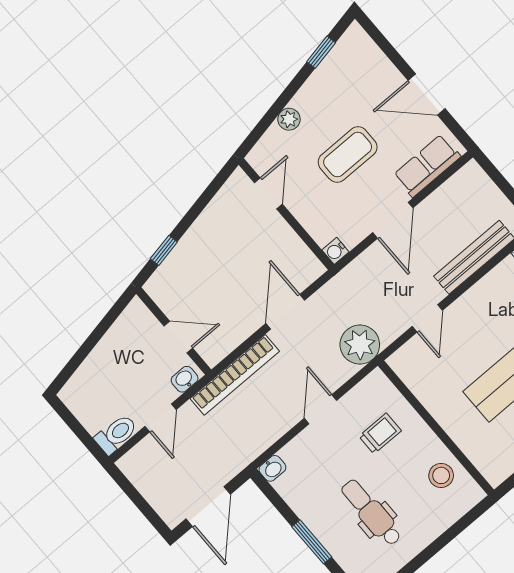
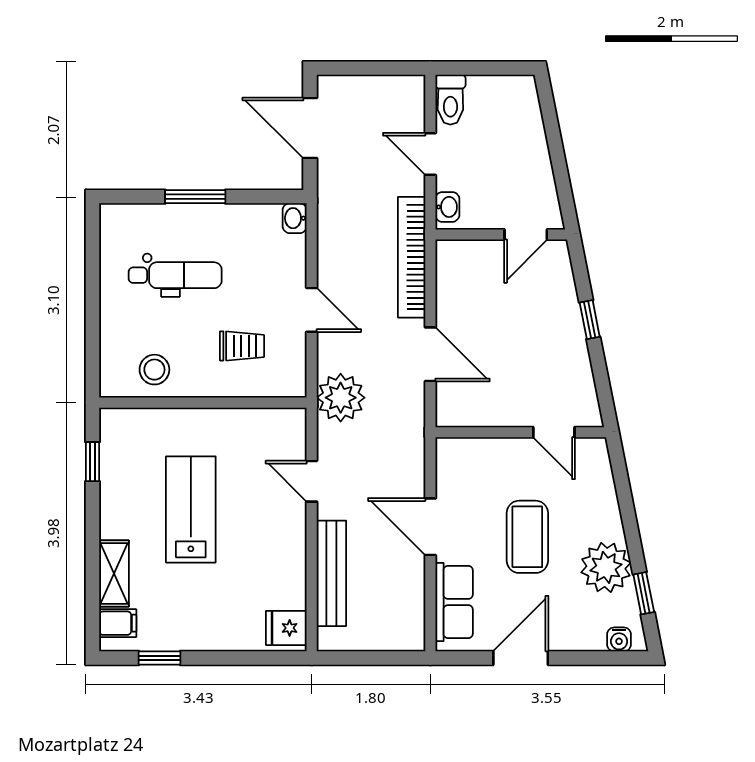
plant: (289, 119) -> (606, 567), moved, width x1.87, depth x1.87
window: (164, 250) -> (590, 320), moved
water cooler: (335, 251) -> (619, 639), moved, turned 180
door: (178, 337) -> (526, 235), moved
trolley: (380, 433) -> (242, 346), turned -90

